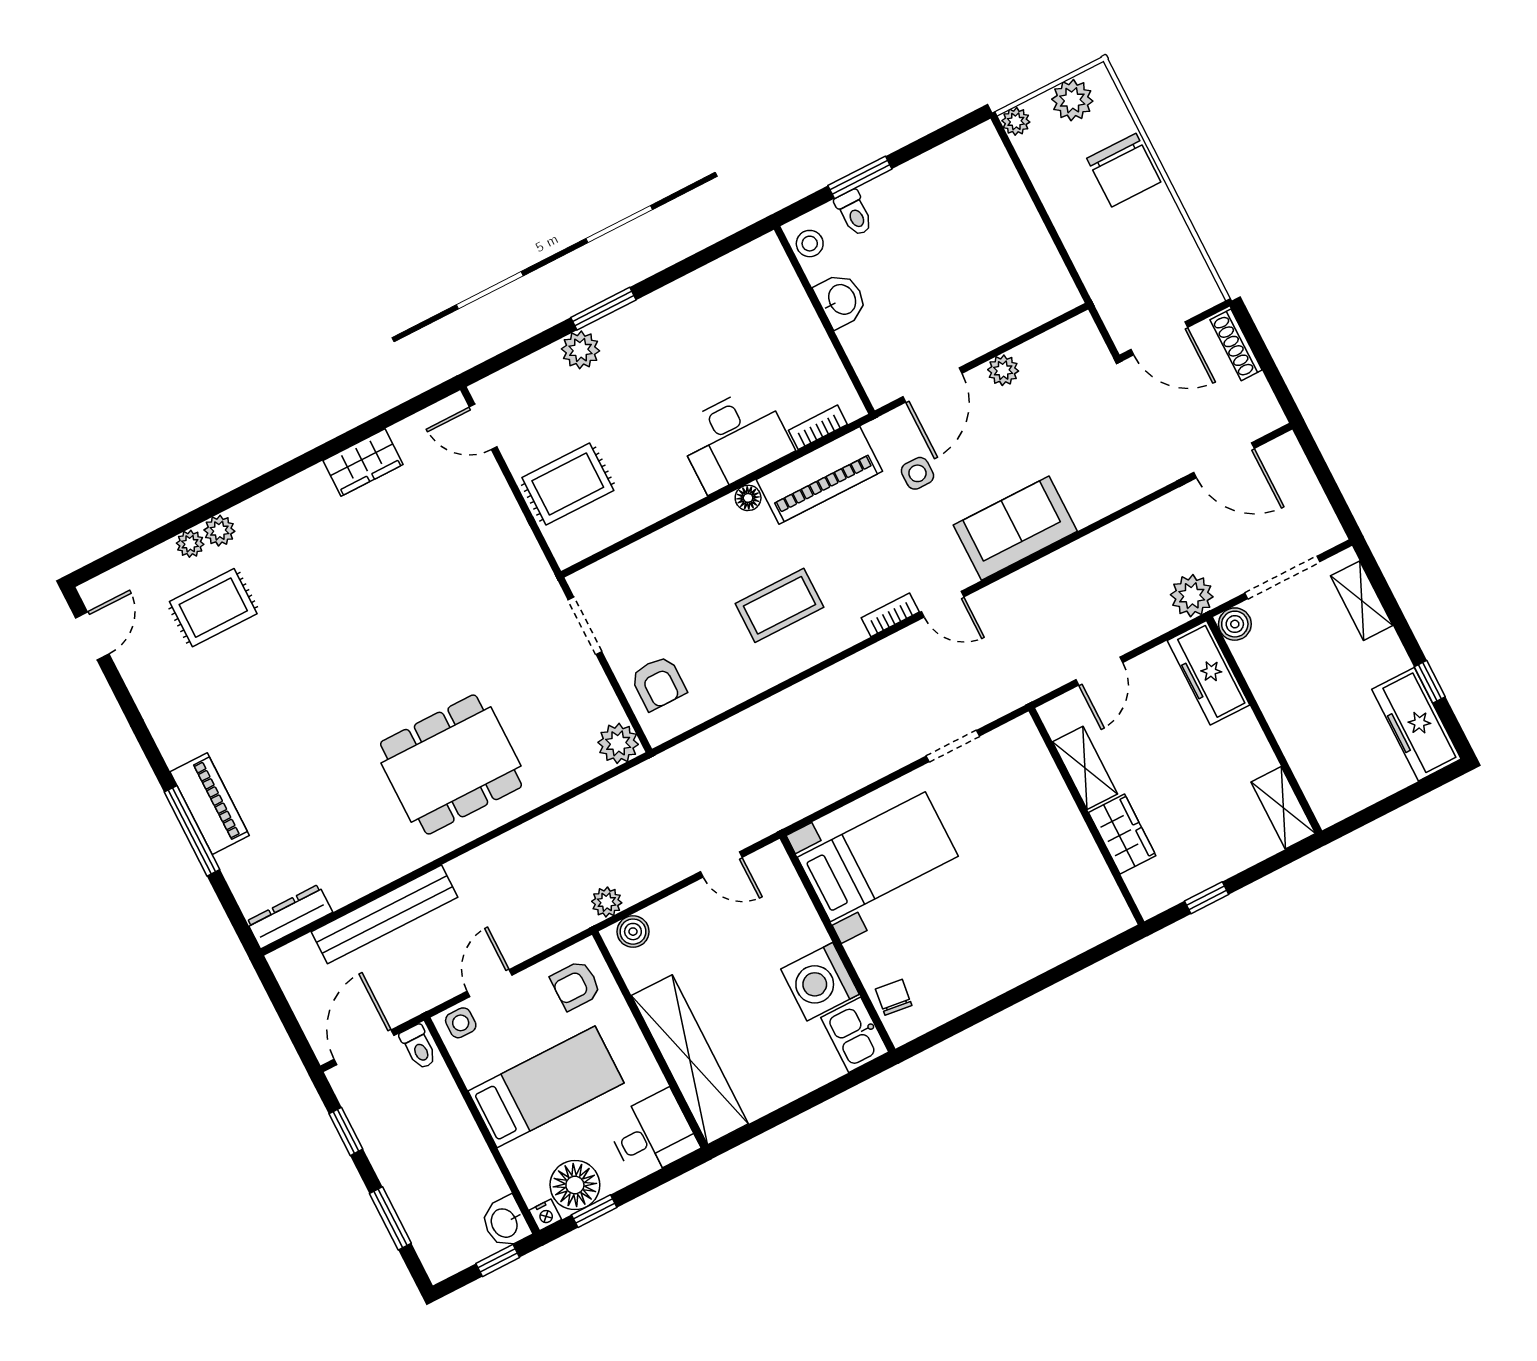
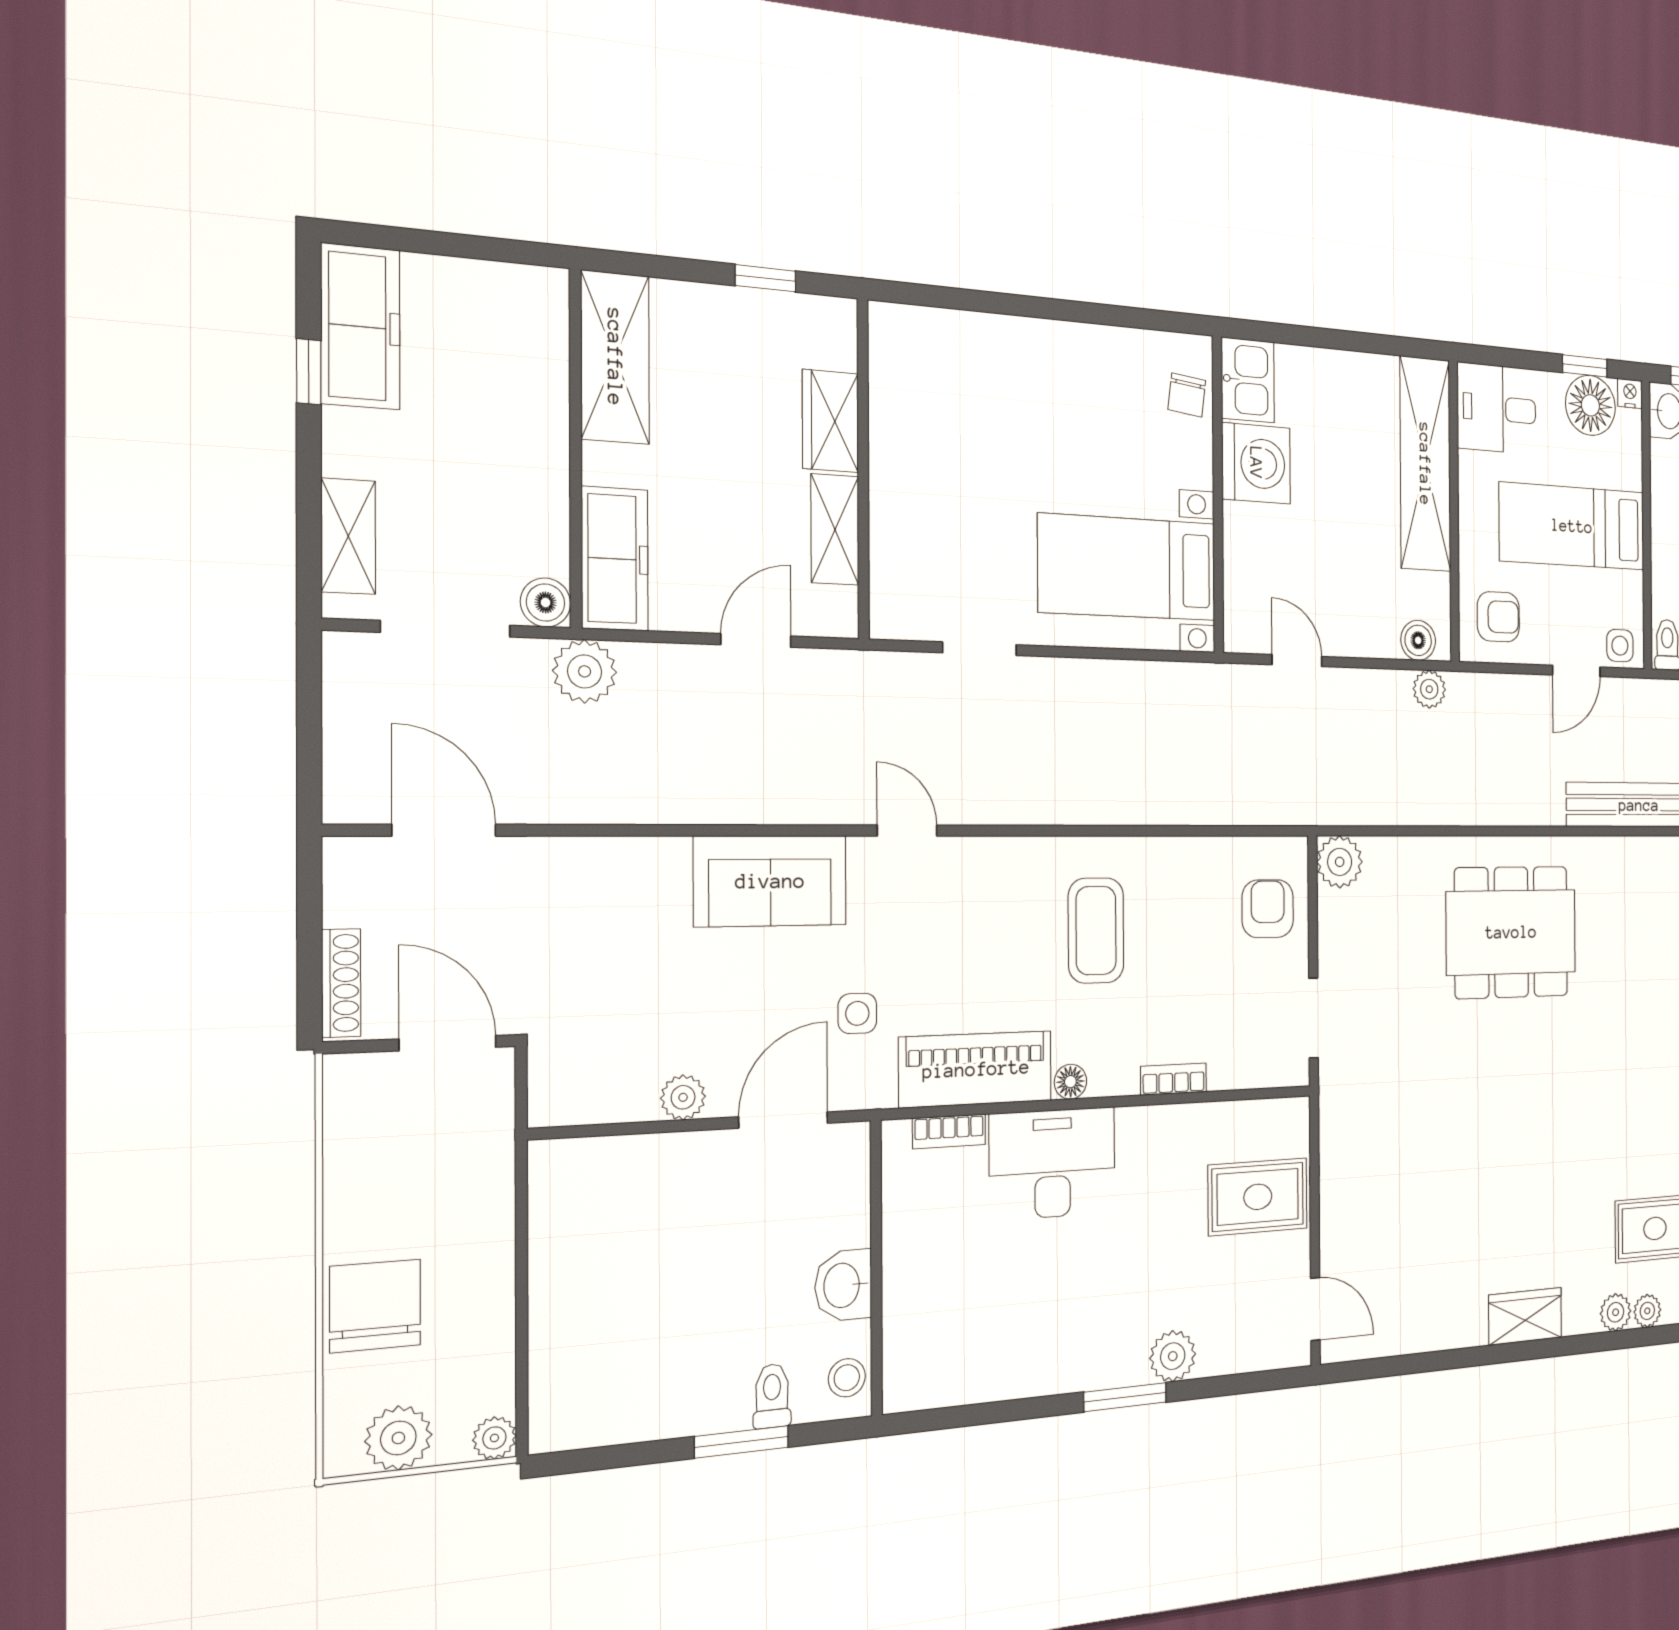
wardrobe: (363, 462) -> (1525, 1316), moved
coffee table: (779, 605) -> (1096, 931), turned 90
bookcase: (890, 615) -> (1174, 1079), moved, turned 180
shelving: (1283, 808) -> (615, 357), width x1.50, depth x1.33

